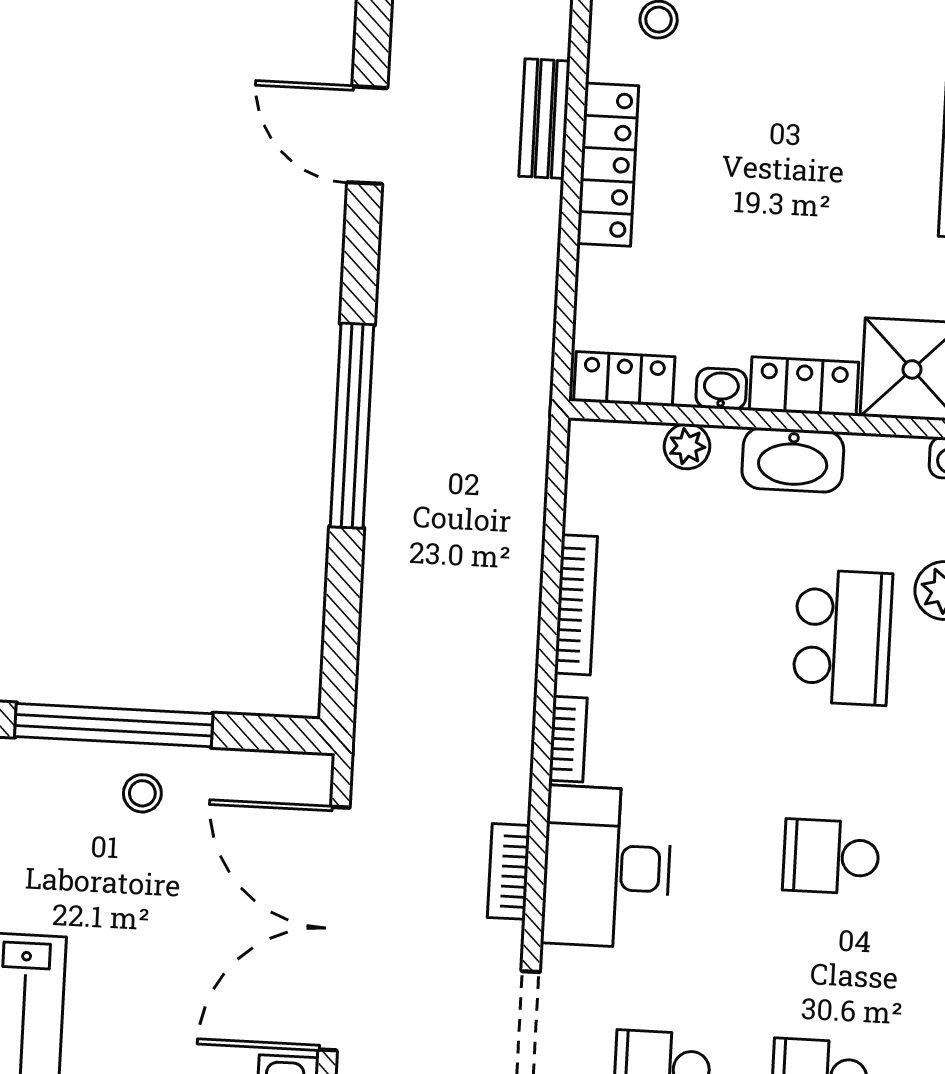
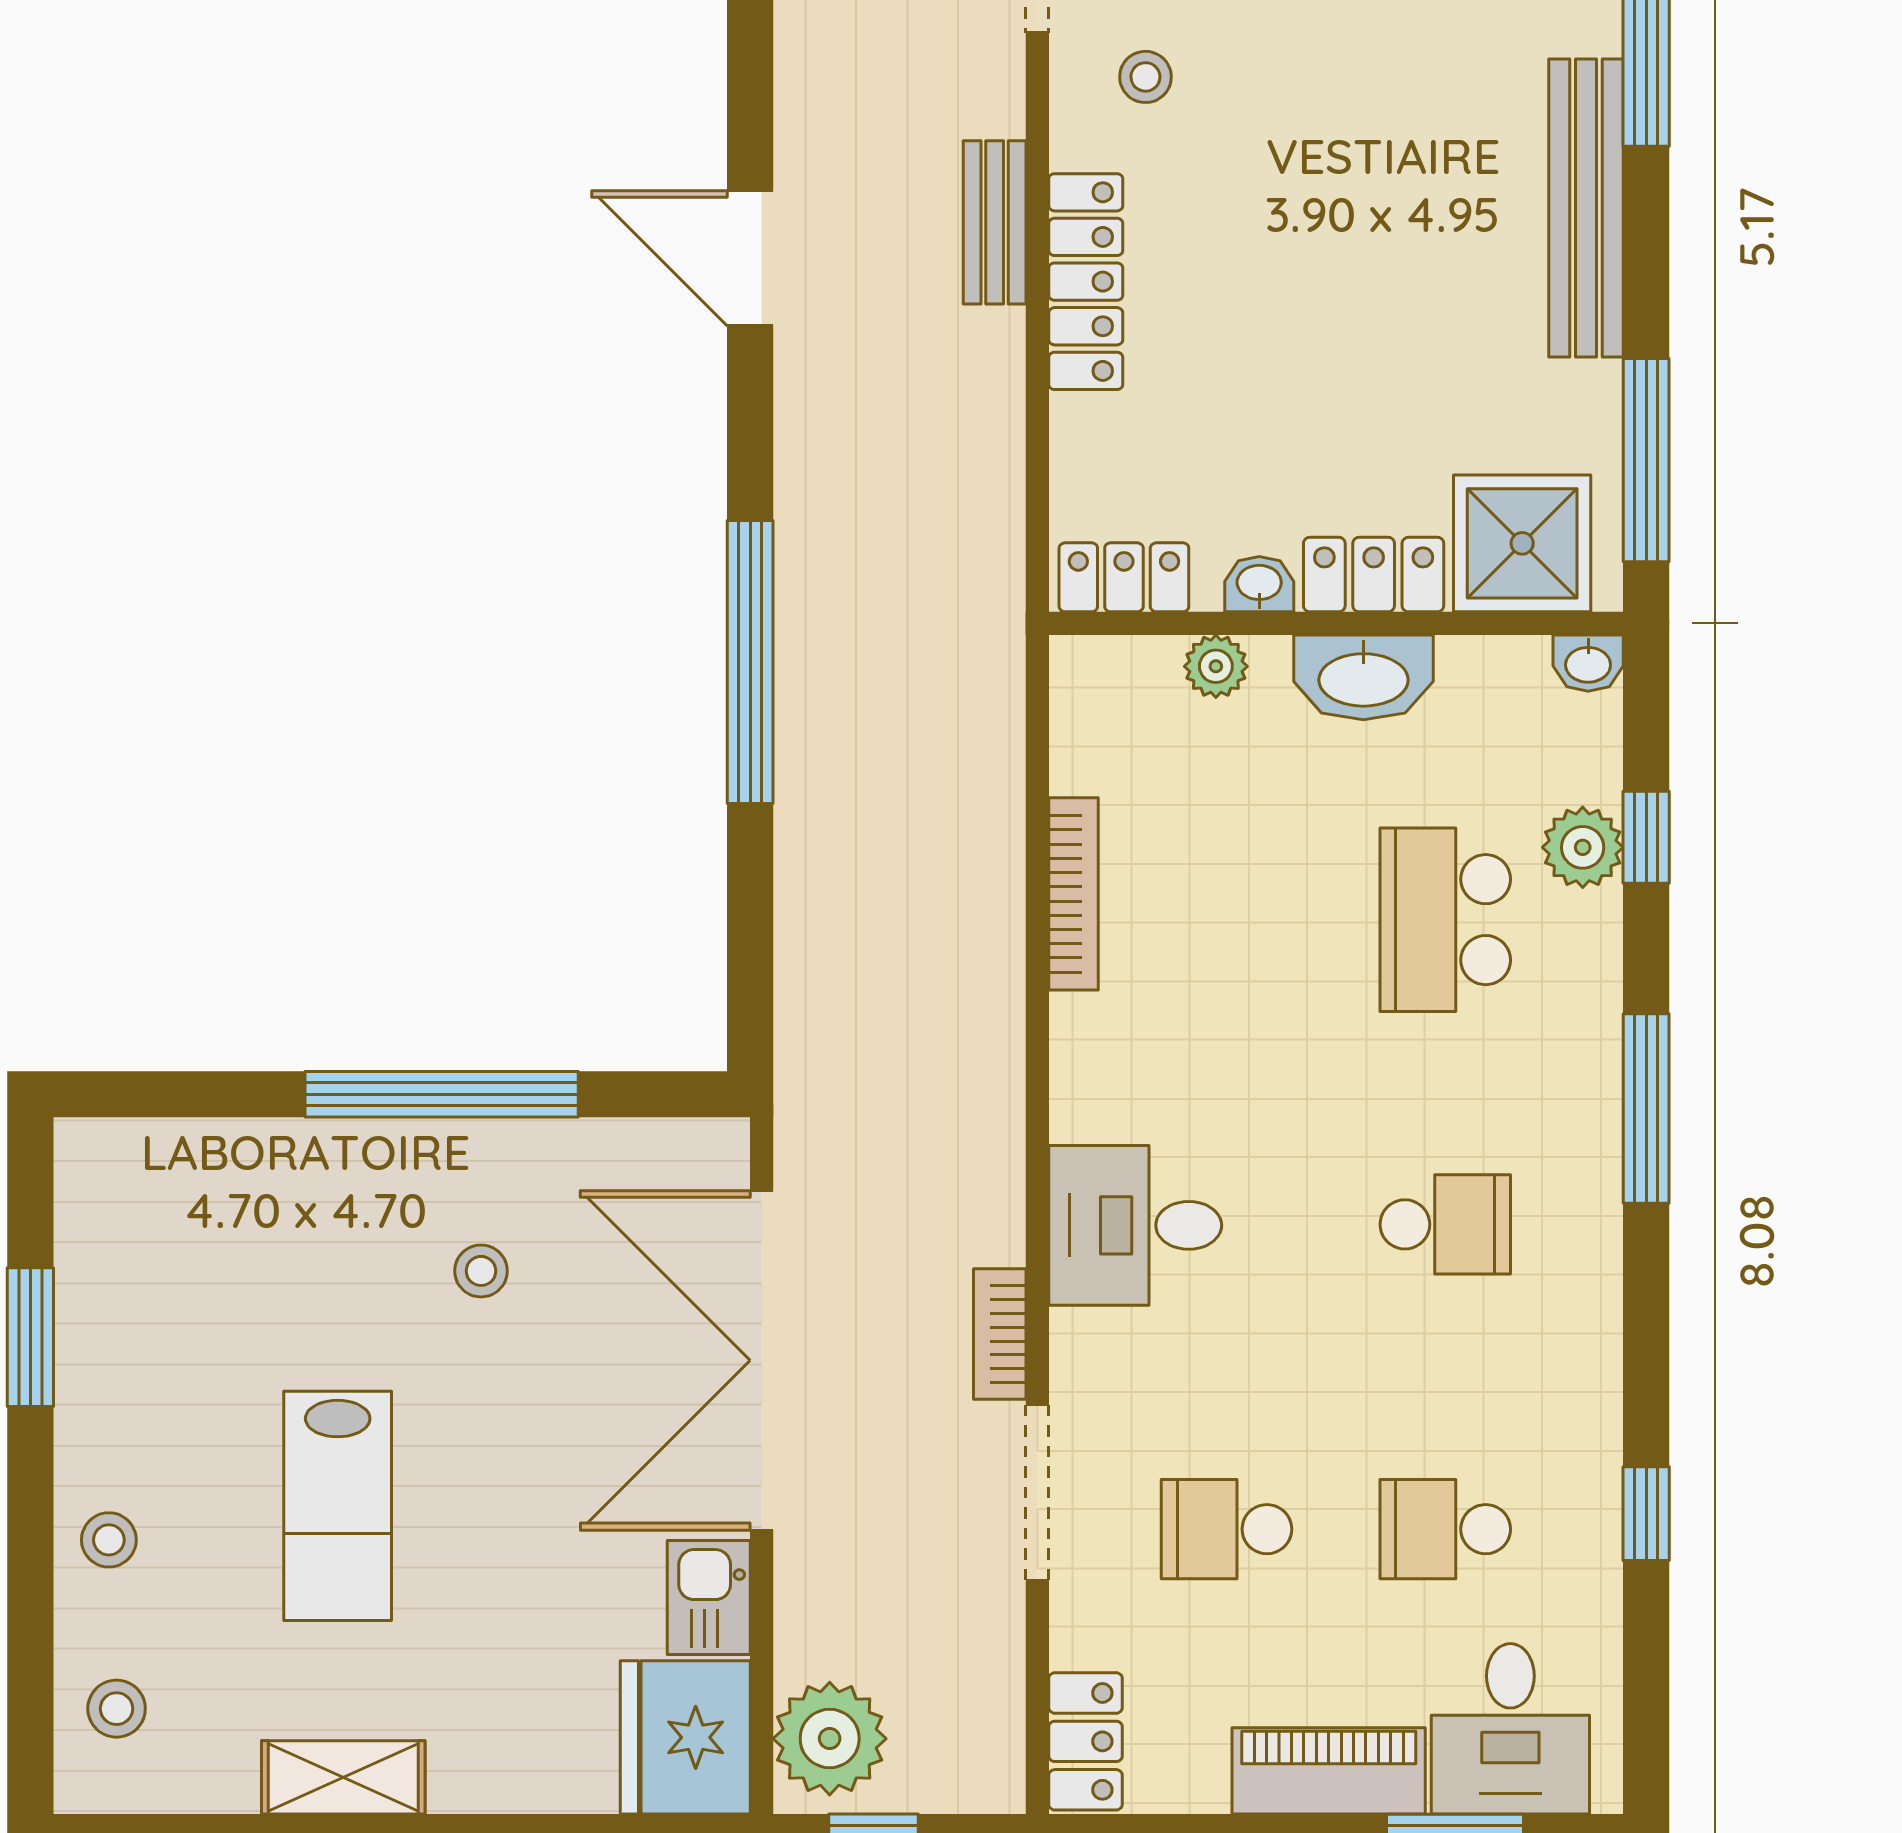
school desk: (843, 637) -> (1445, 920), turned 180
bookcase: (568, 739) -> (1072, 1081), removed
stool: (142, 793) -> (481, 1271), moved
school desk: (831, 857) -> (1445, 1224), turned 180
desk: (607, 867) -> (1135, 1225), width x0.73
bookcase: (509, 871) -> (1000, 1334), moved

